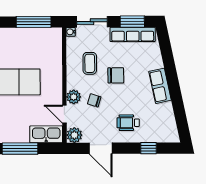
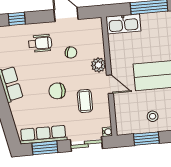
window: (34, 22) -> (146, 139), width x0.69
stool: (26, 43) -> (153, 116), added
chair: (94, 100) -> (71, 52), moved
door: (64, 114) -> (110, 84), moved
plant: (74, 135) -> (94, 26), removed

